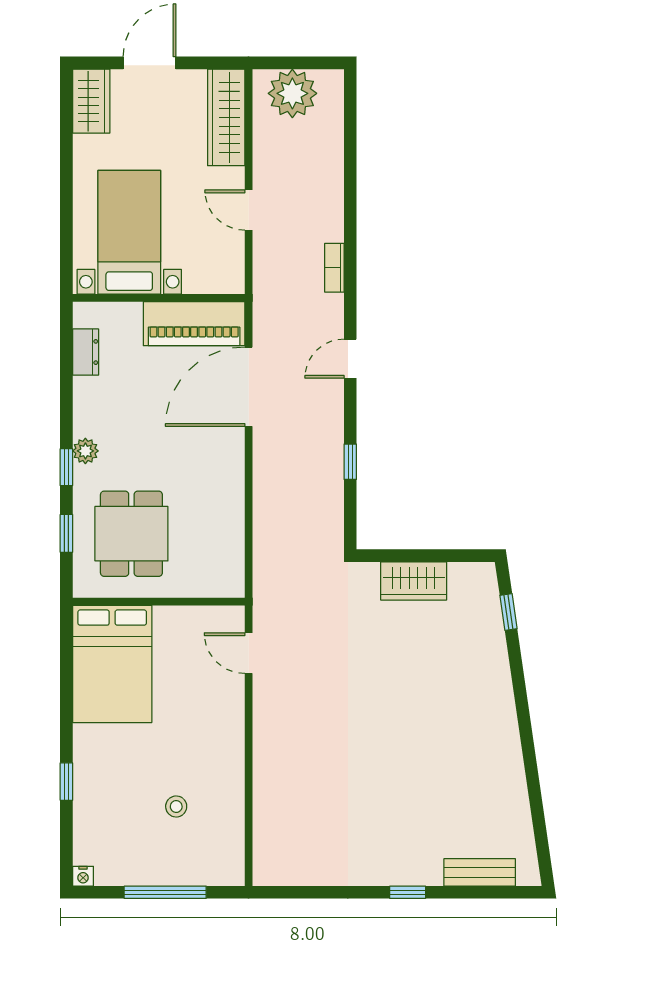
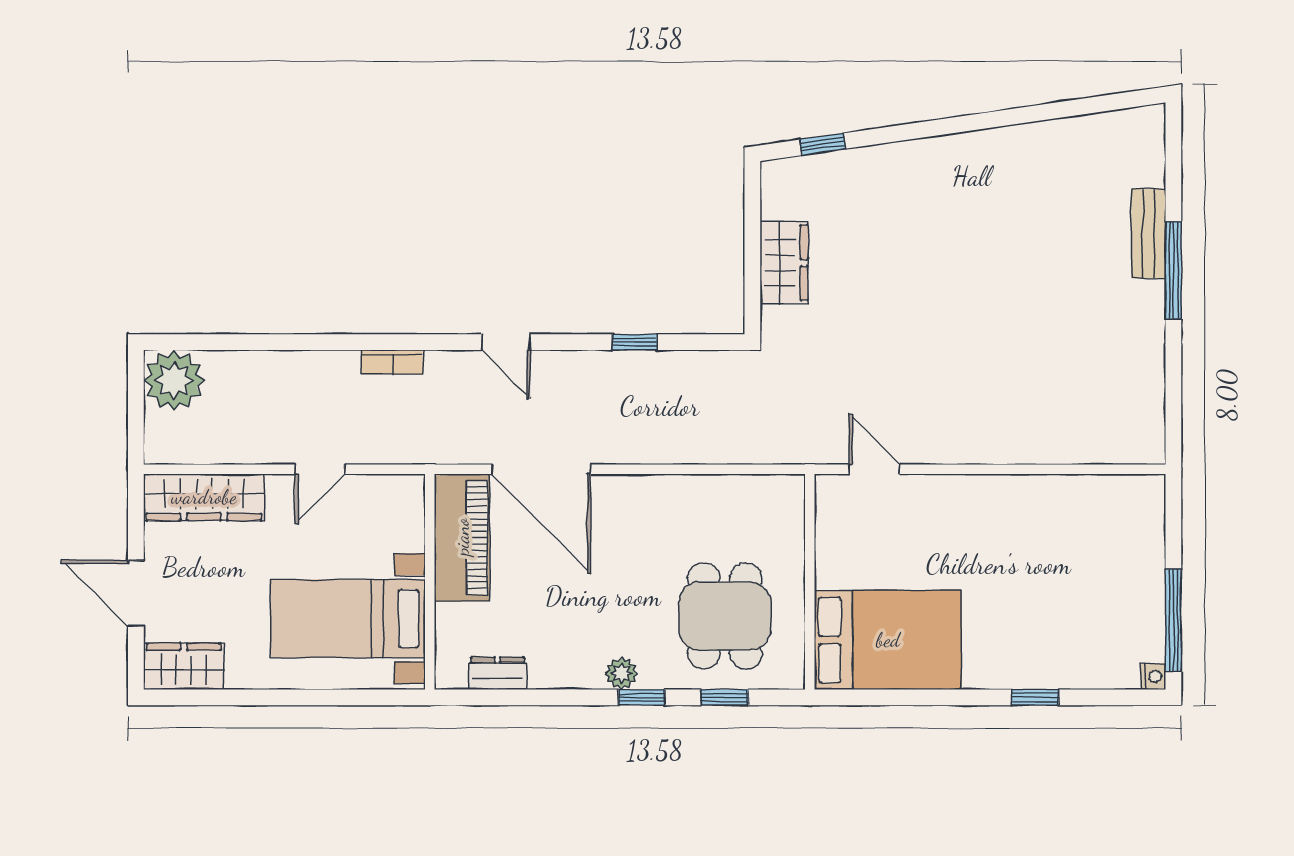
plant: (292, 93) -> (174, 380), moved
dining table: (131, 534) -> (725, 616), turned 90
door: (249, 653) -> (874, 469), swing flipped
stool: (176, 806) -> (1066, 560), removed
bench: (480, 872) -> (1149, 234), moved
window: (165, 892) -> (1173, 620), moved
window: (408, 892) -> (1173, 270), width x2.17

